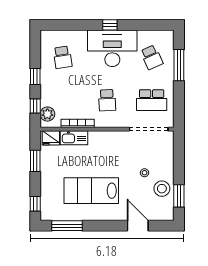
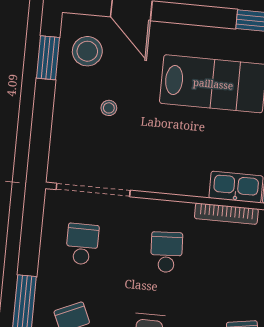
school desk: (152, 100) -> (82, 244), width x0.54
stool: (162, 189) -> (87, 51), moved

